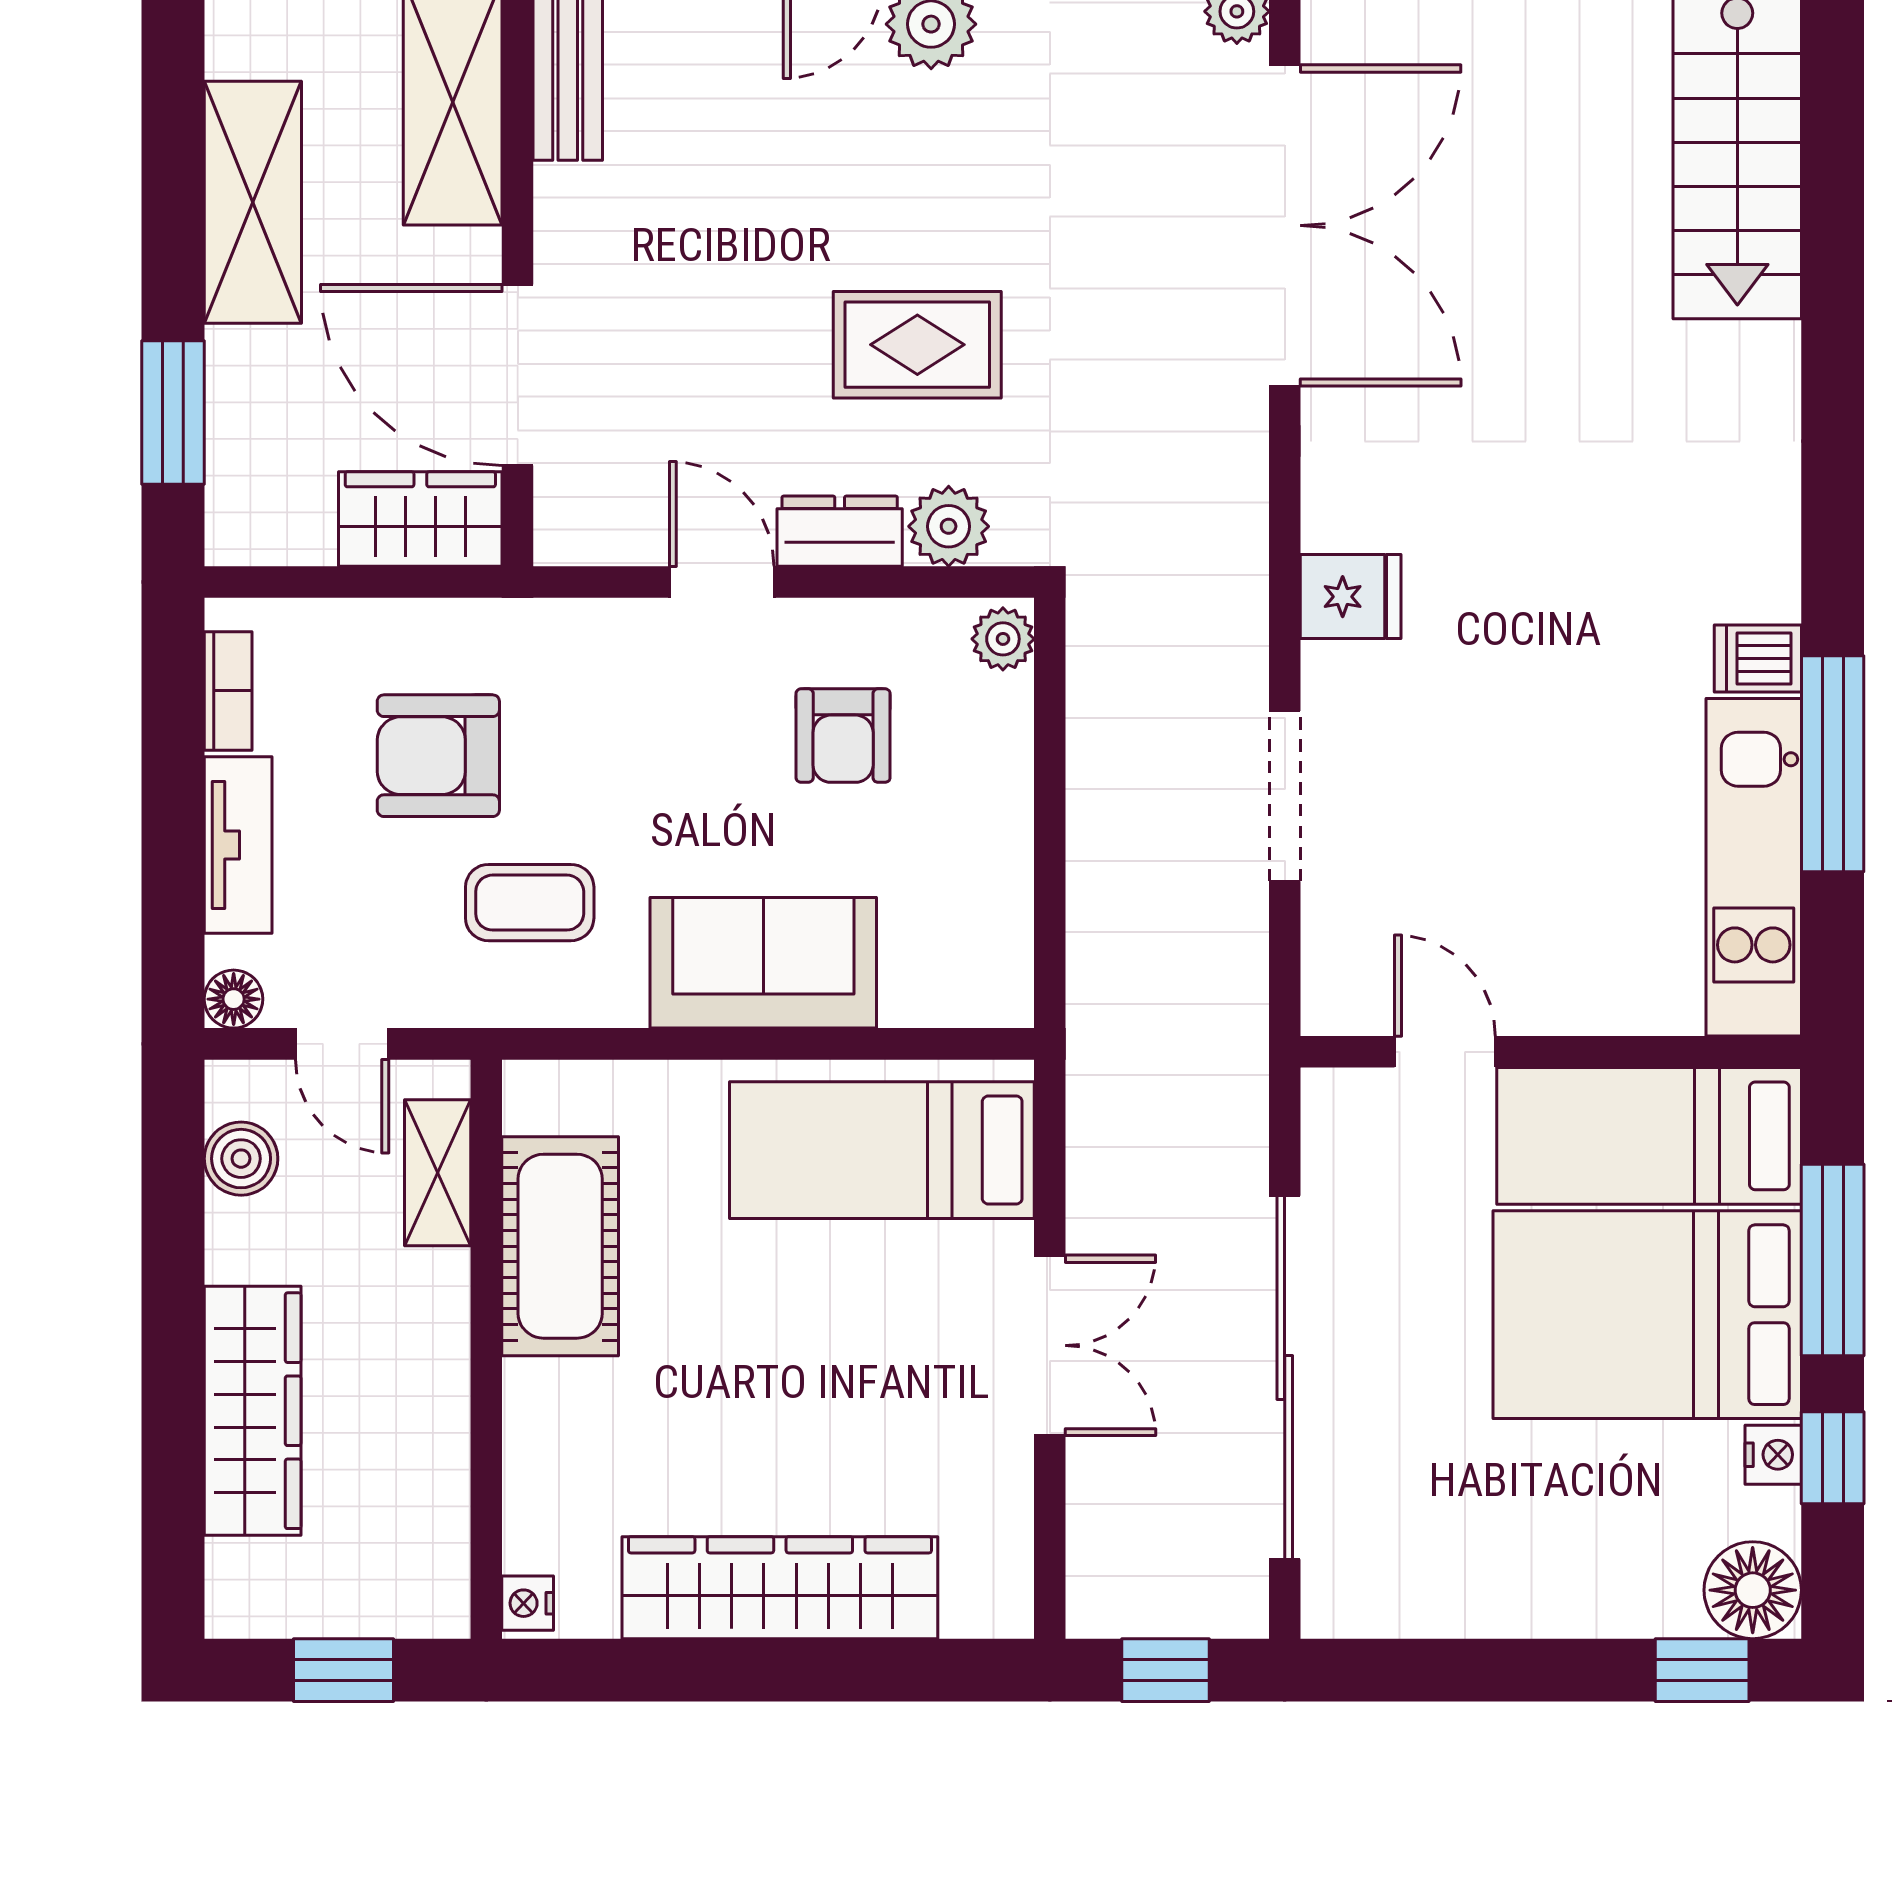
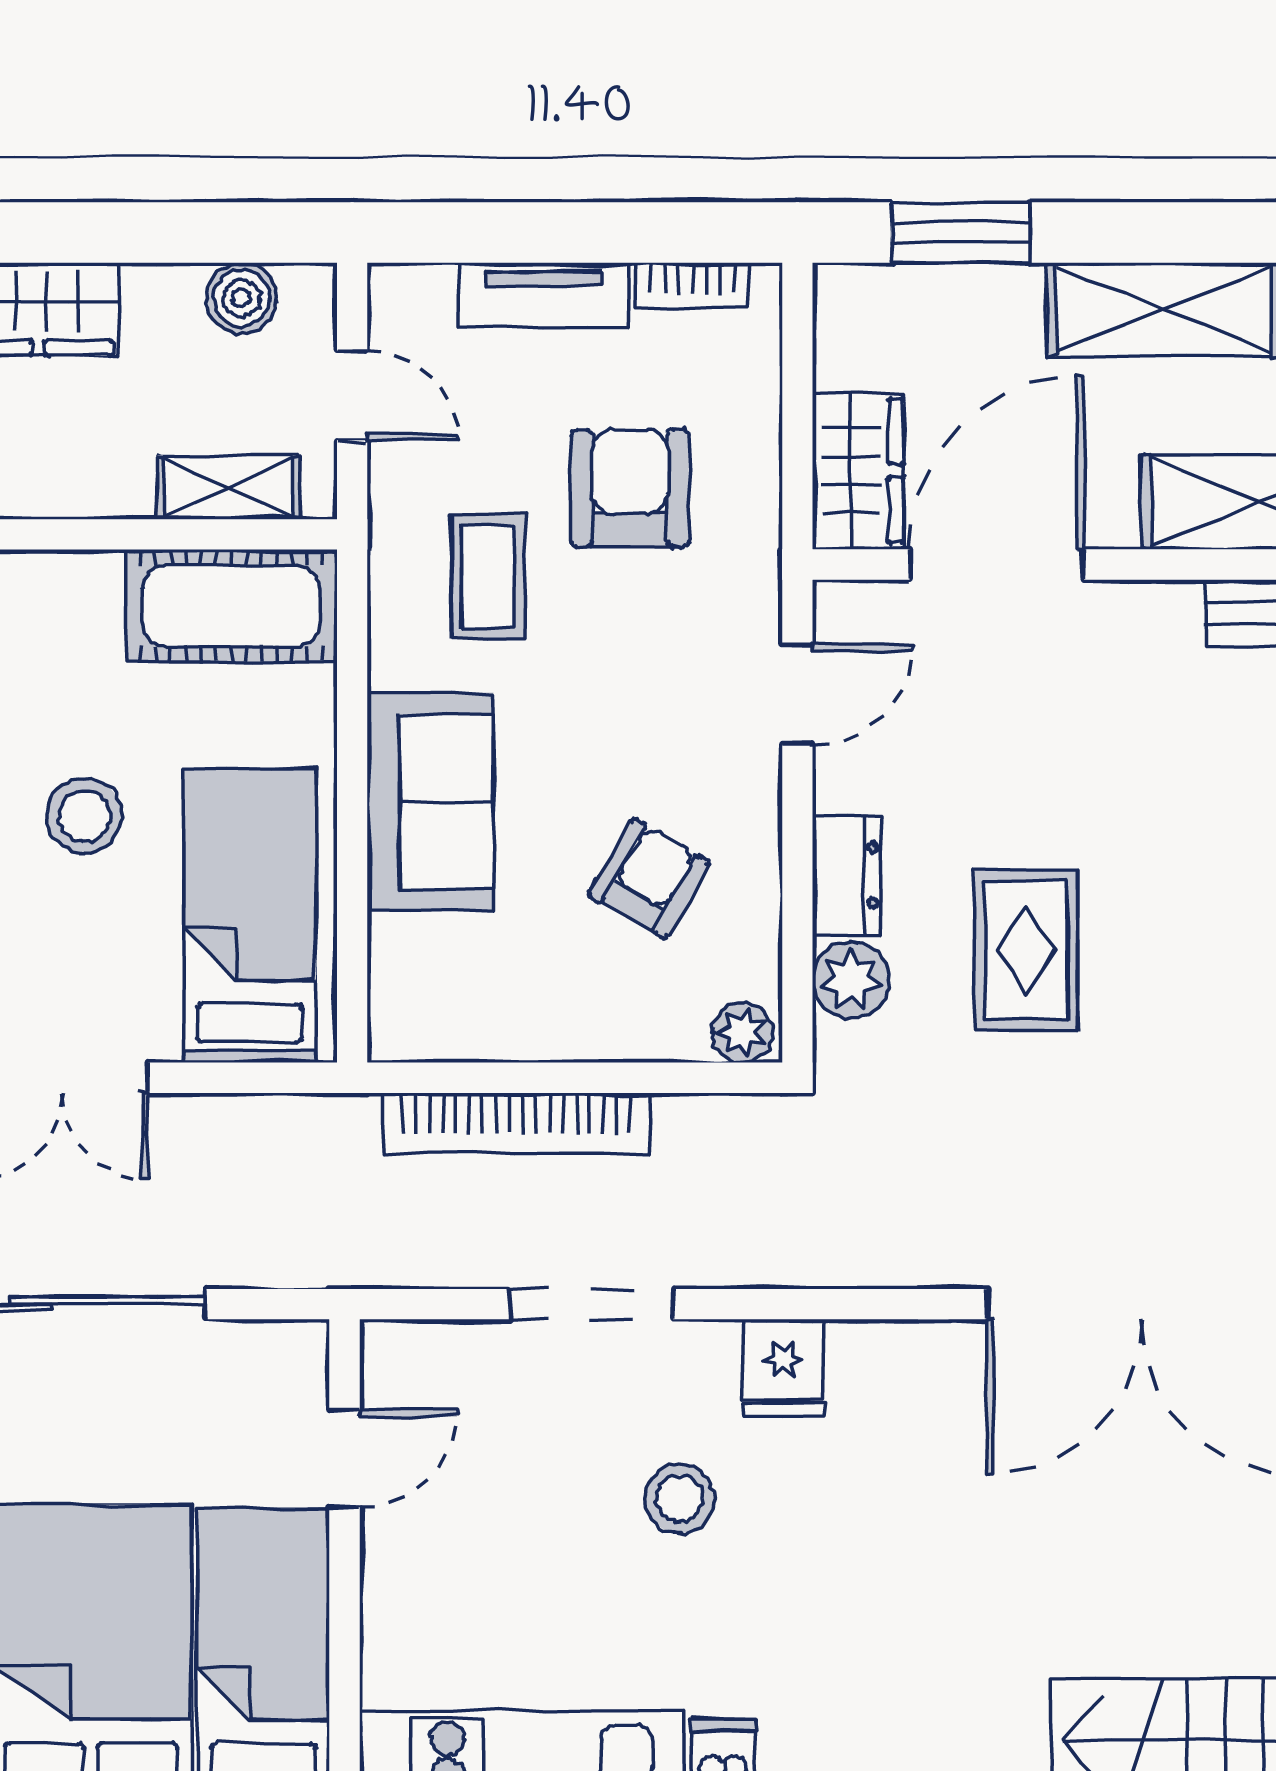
door: (722, 582) -> (797, 694), moved
stool: (1486, 704) -> (680, 1499), added
armchair: (843, 736) -> (649, 878), turned 120
bookcase: (1097, 874) -> (516, 1123), added
floor lamp: (234, 999) -> (395, 291), removed
door: (342, 1044) -> (352, 395), swing flipped
cot: (560, 1246) -> (231, 606), moved
stool: (778, 1322) -> (84, 816), added

